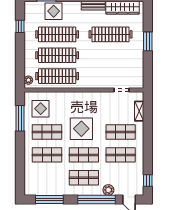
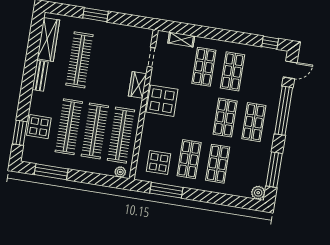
window: (20, 26) -> (51, 172), width x2.17
wardrobe: (98, 83) -> (138, 85), added
display table: (81, 129) -> (162, 101), moved
plant: (108, 190) -> (258, 193), moved

